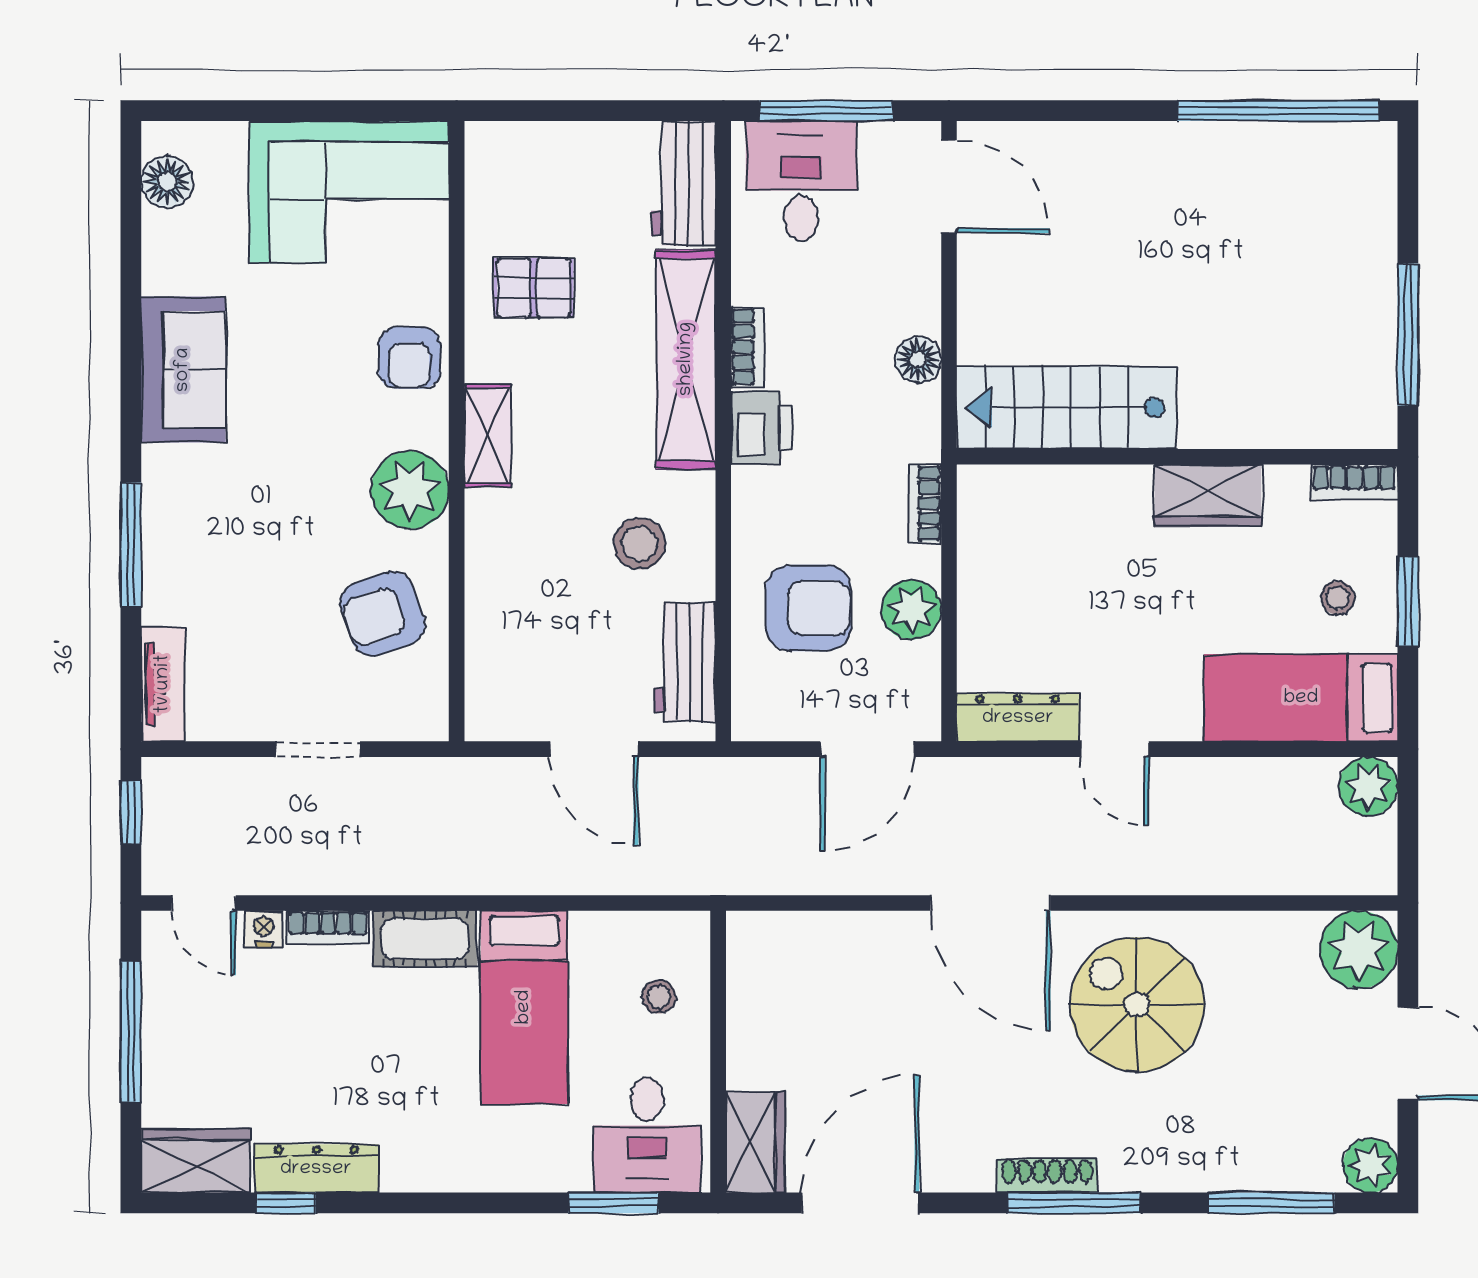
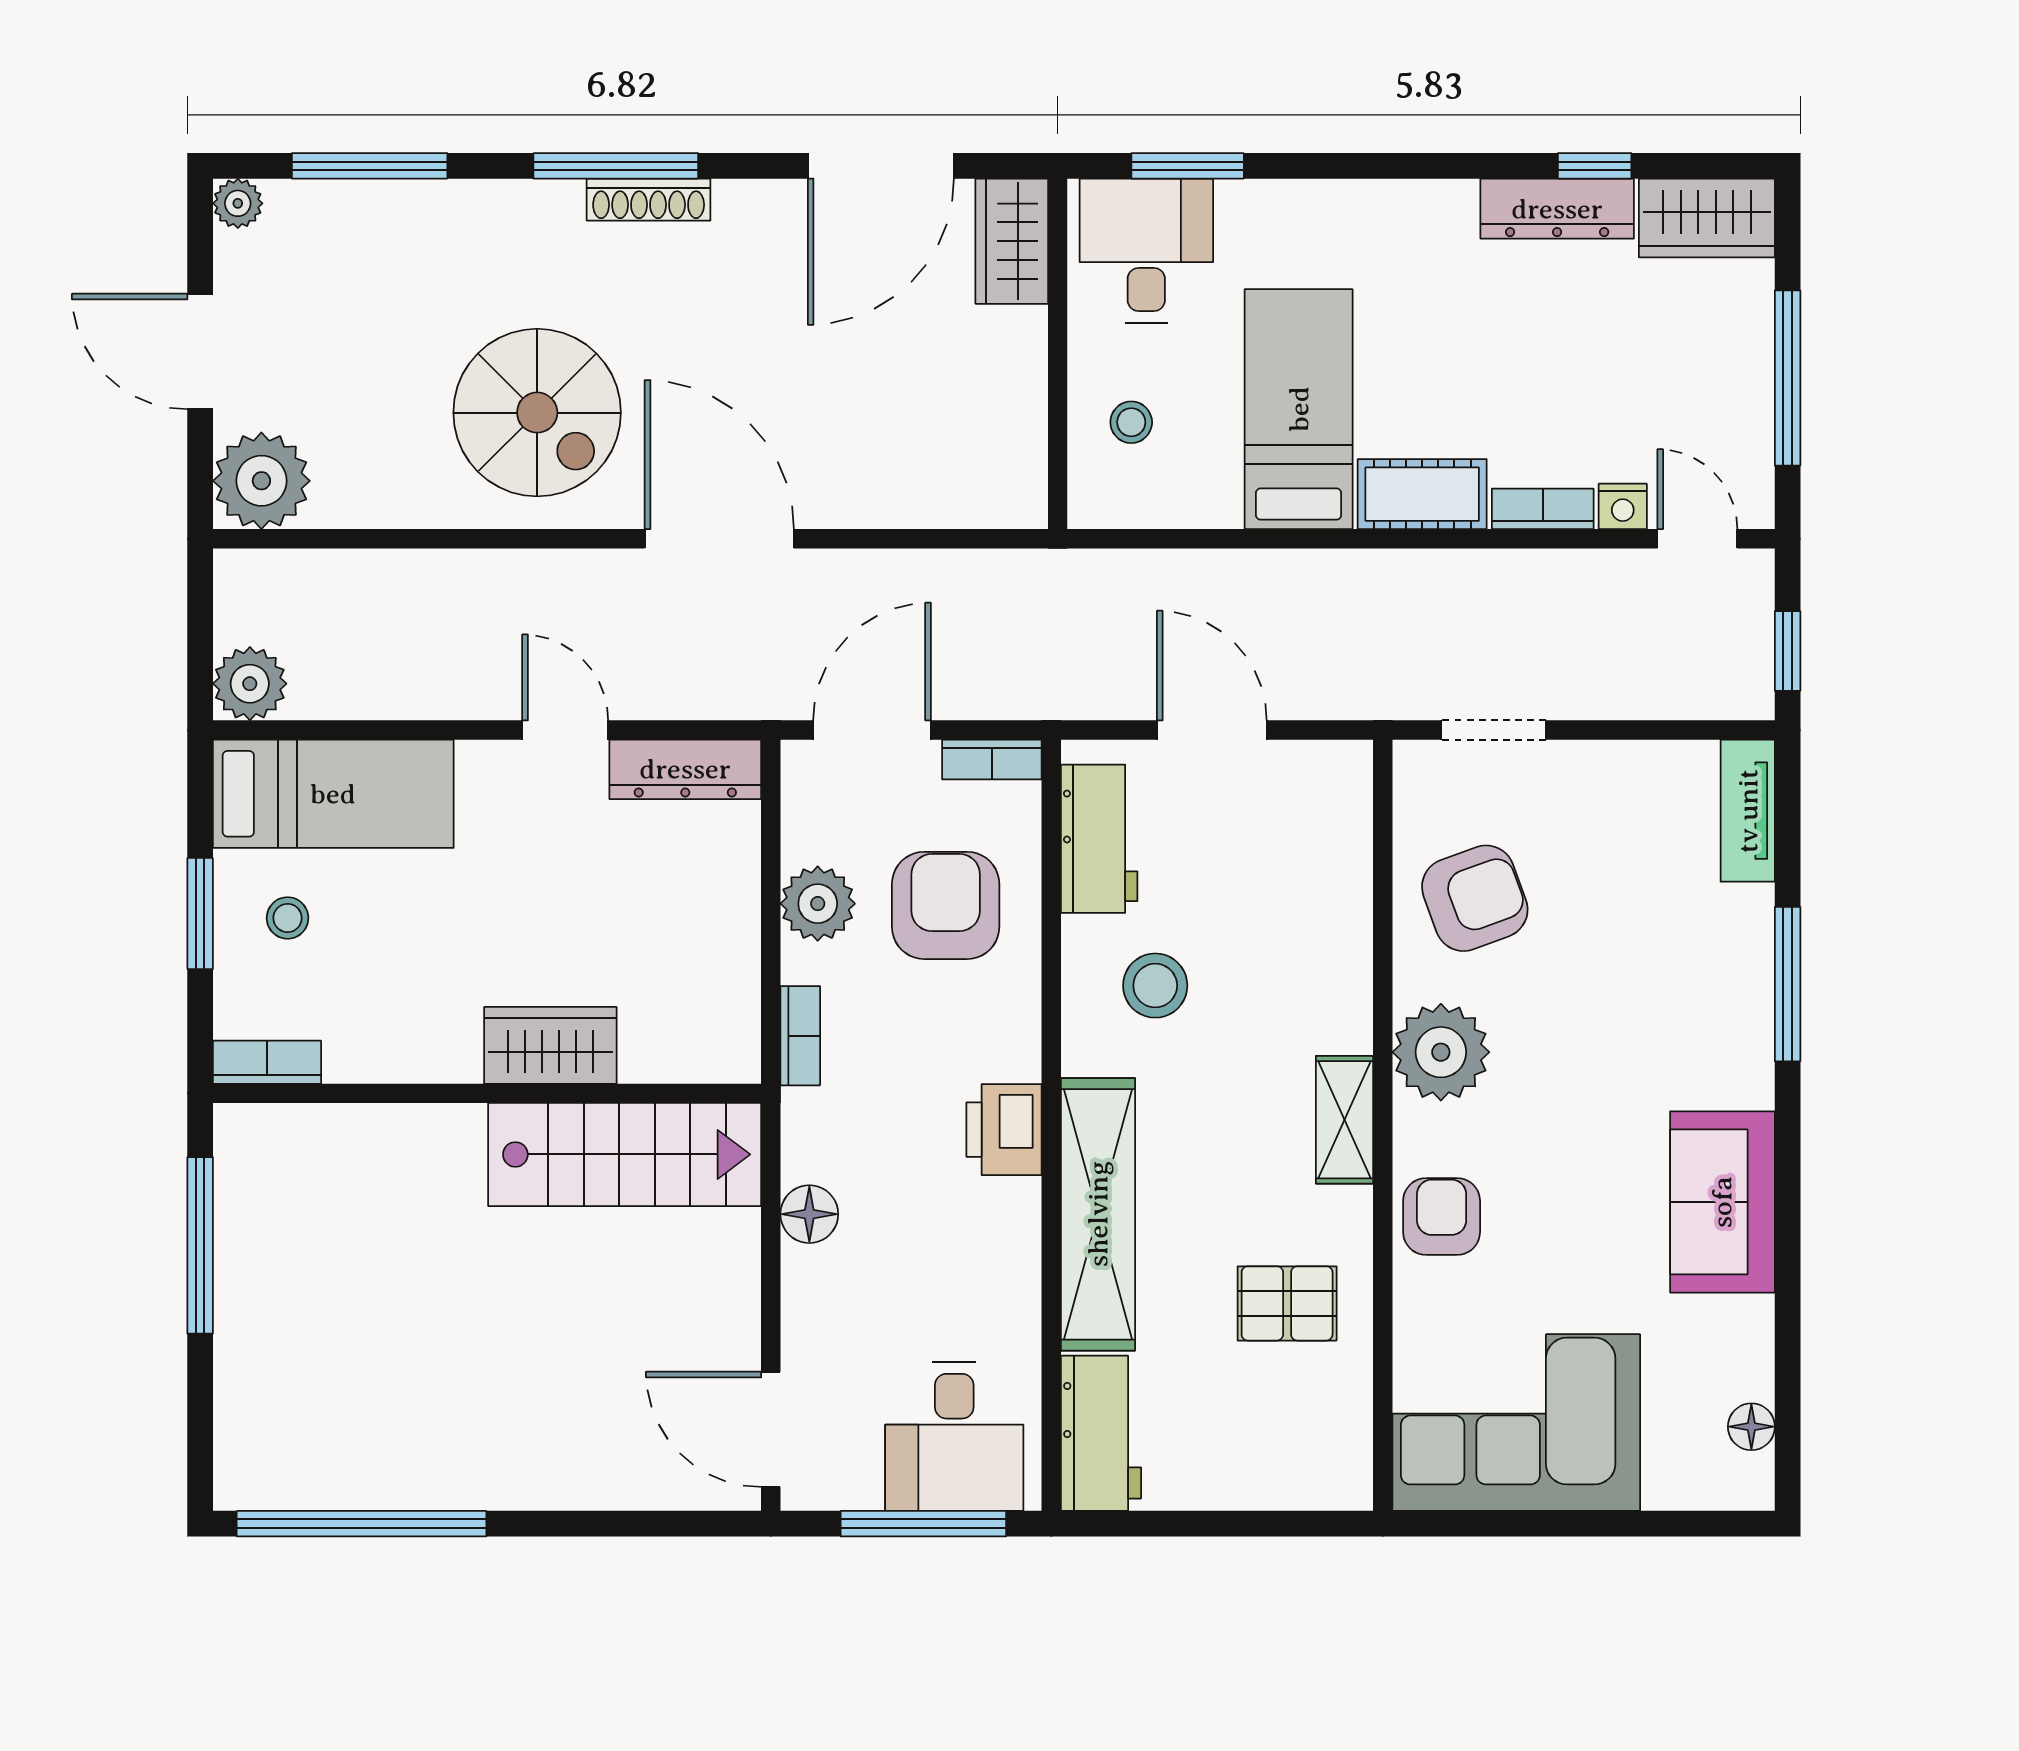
floor lamp: (167, 182) -> (1751, 1427), width x0.73, depth x0.73
bookcase: (747, 347) -> (992, 760), moved, turned -90
wardrobe: (1208, 495) -> (550, 1045), moved
armchair: (808, 608) -> (946, 905), turned 90
doorway: (318, 749) -> (1494, 730), moved
plant: (1370, 1165) -> (238, 203), width x0.73, depth x0.73

